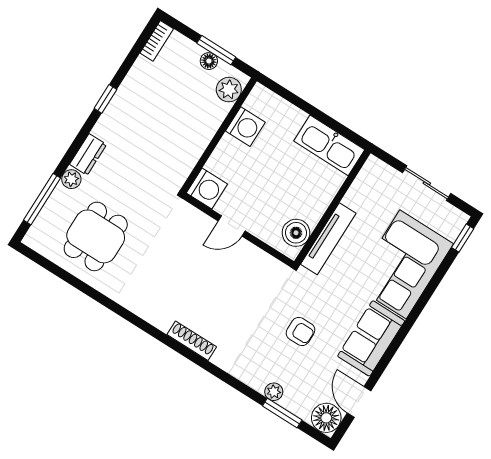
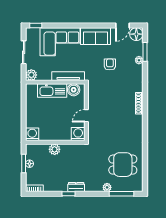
plant: (229, 90) -> (55, 149), moved
washing machine: (245, 127) -> (32, 134), moved
kitchen sink: (329, 145) -> (52, 91), moved, turned 90
dresser: (88, 154) -> (76, 187), moved
plant: (375, 170) -> (31, 75), added
door: (232, 226) -> (86, 116), swing flipped

